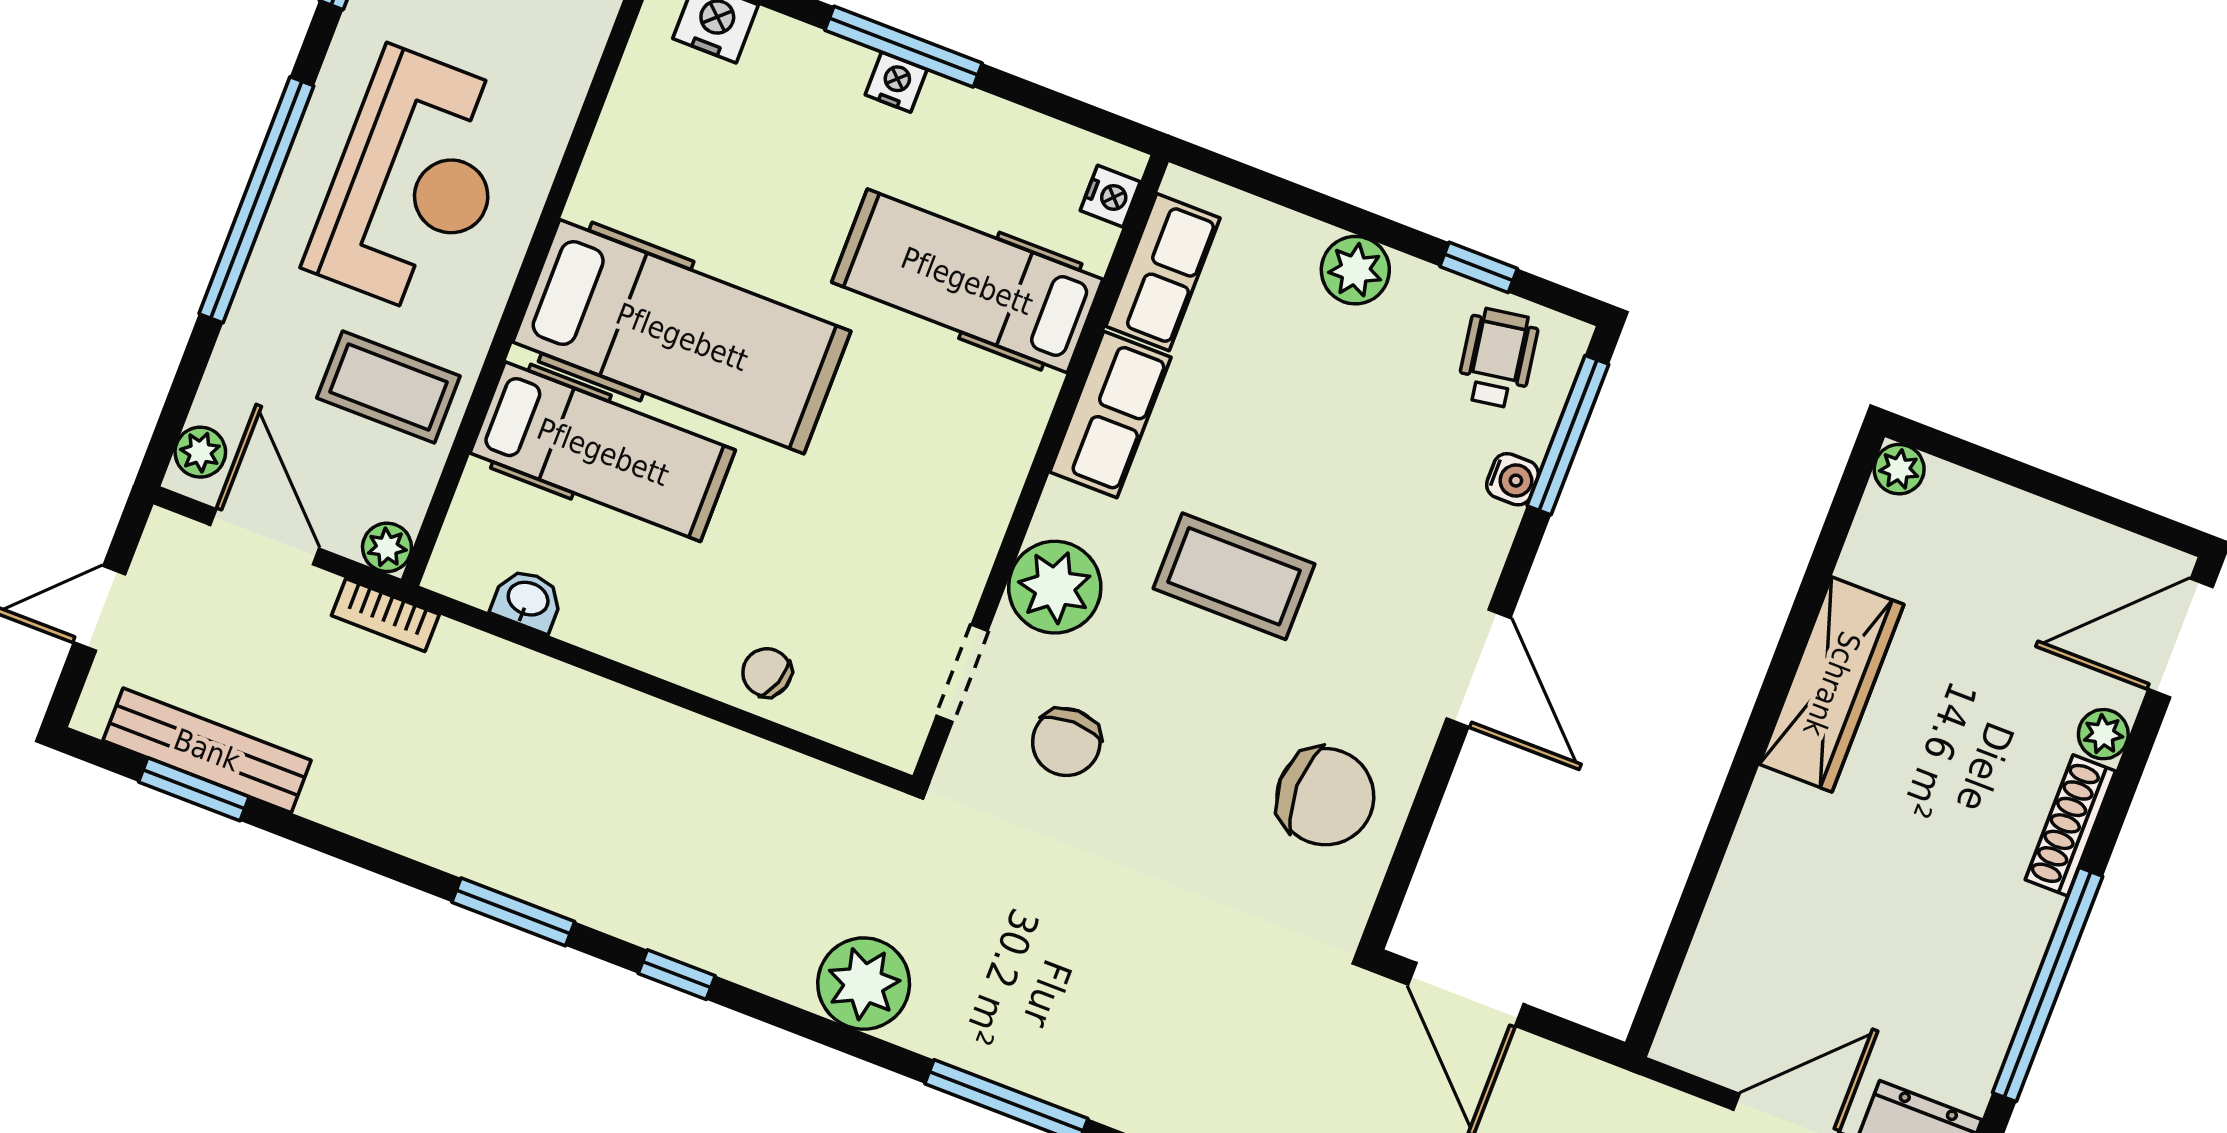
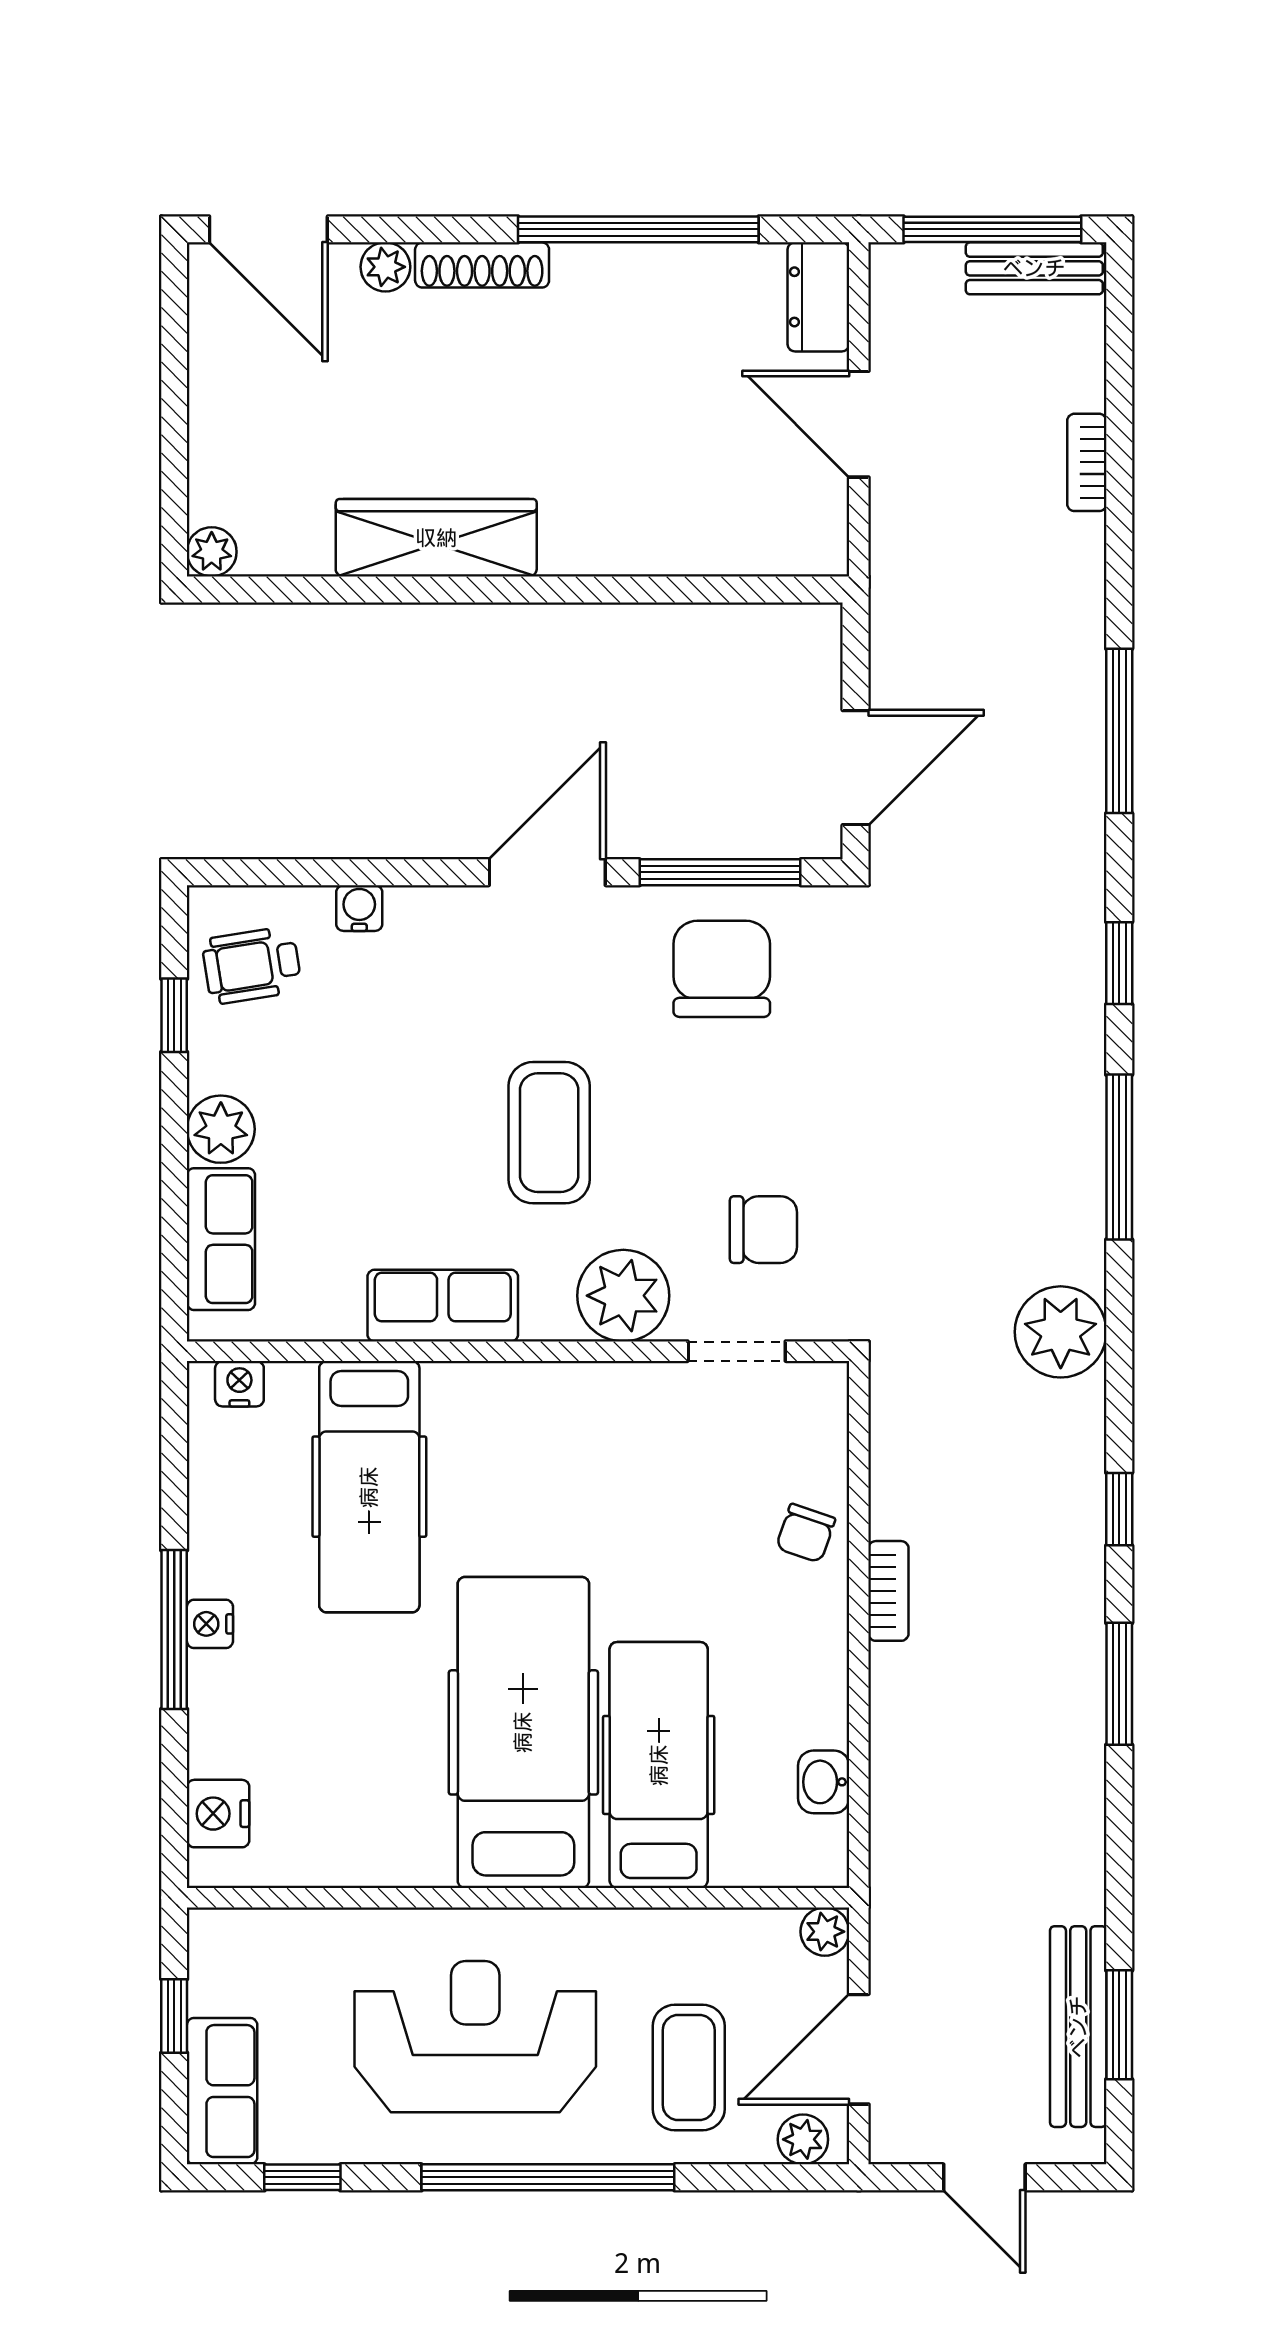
row of seats: (1163, 272) -> (221, 1239), moved, turned 90
coffee table: (388, 387) -> (689, 2068), moved
window: (1568, 435) -> (720, 872), moved
bookcase: (385, 615) -> (888, 1591), moved

